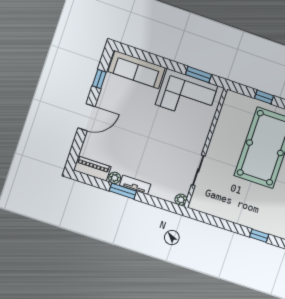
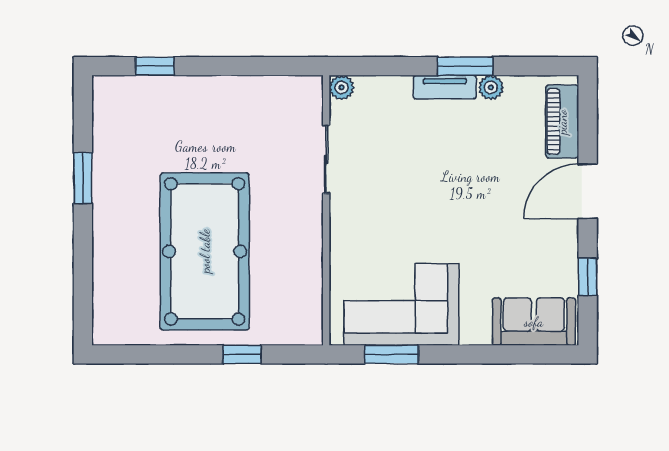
sofa: (137, 70) -> (534, 322), width x0.73
piano: (92, 169) -> (562, 122), moved, turned 90

